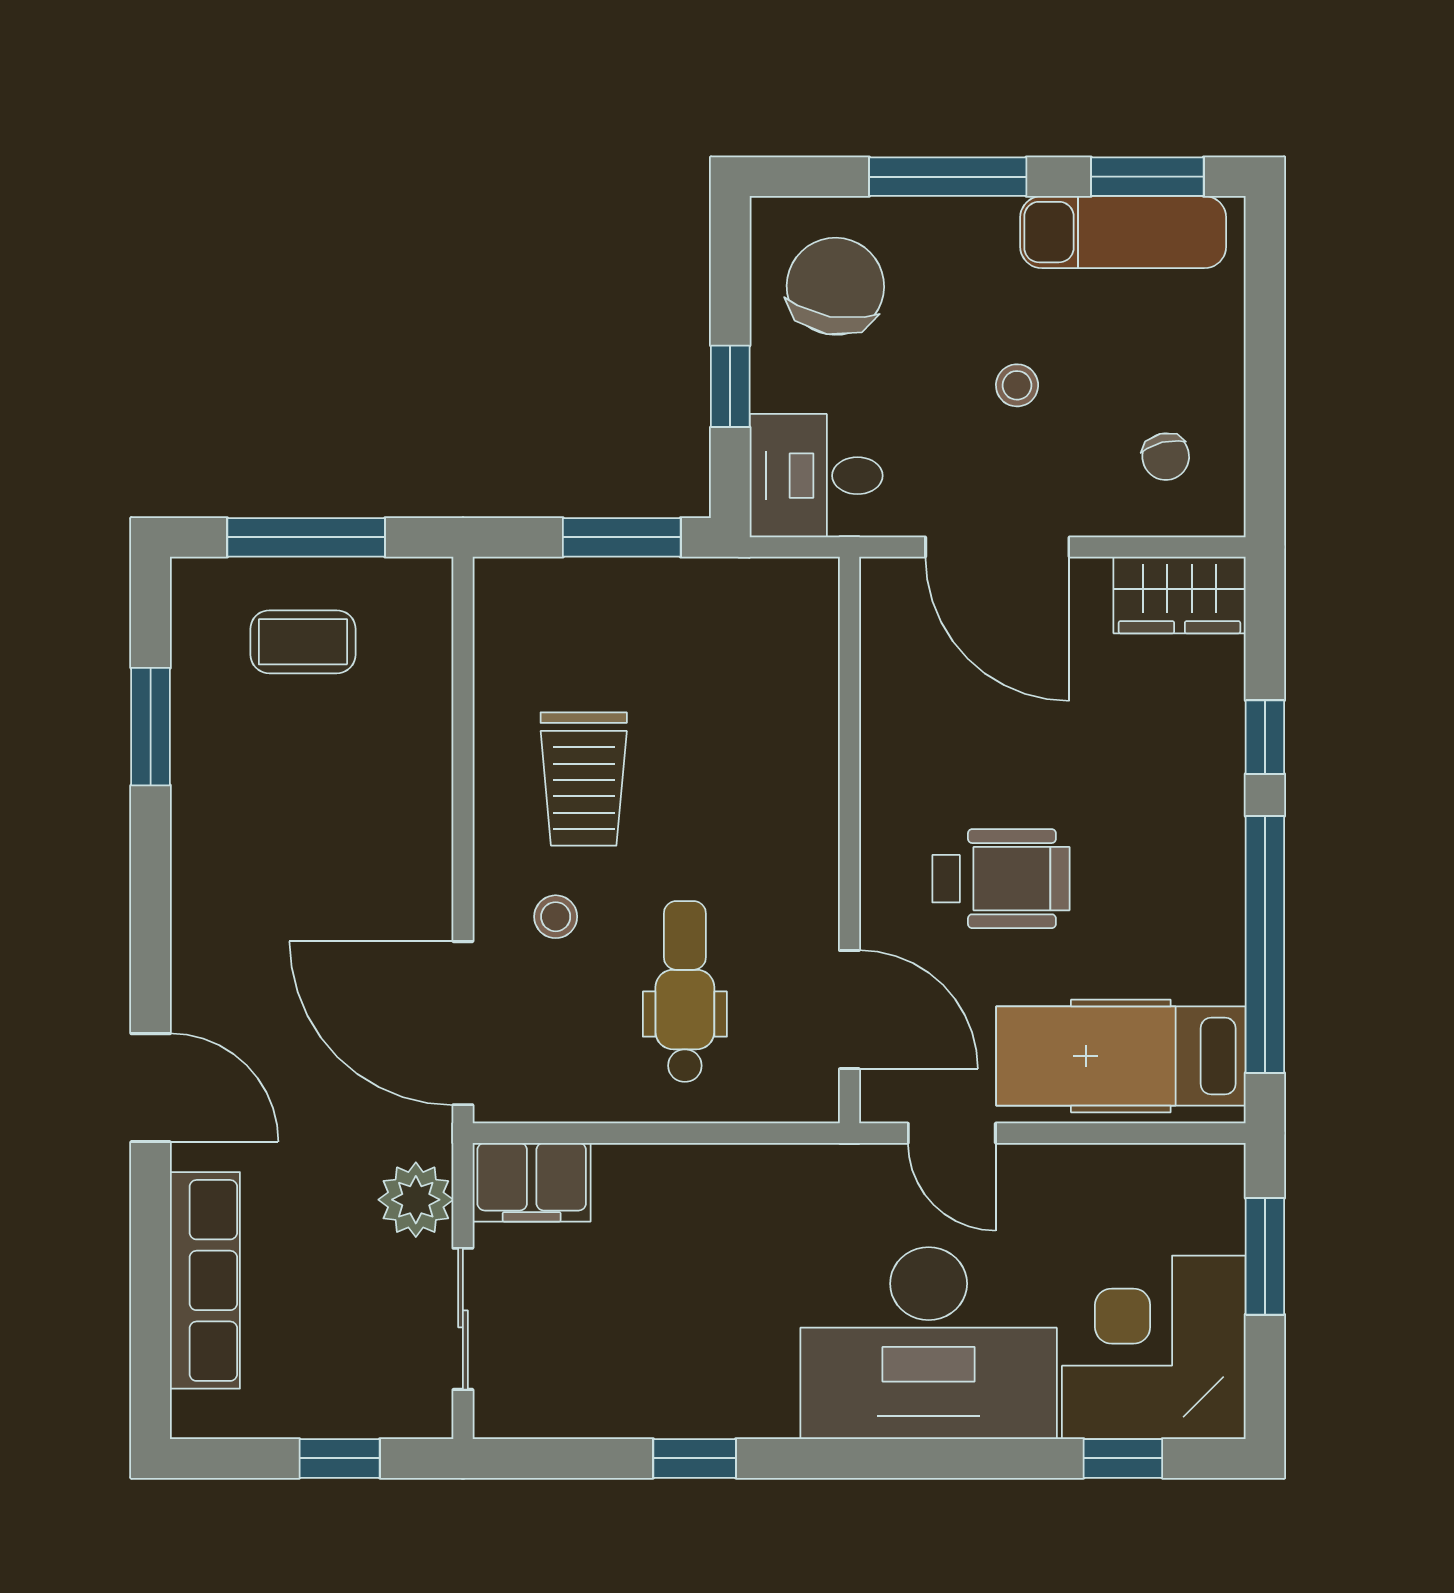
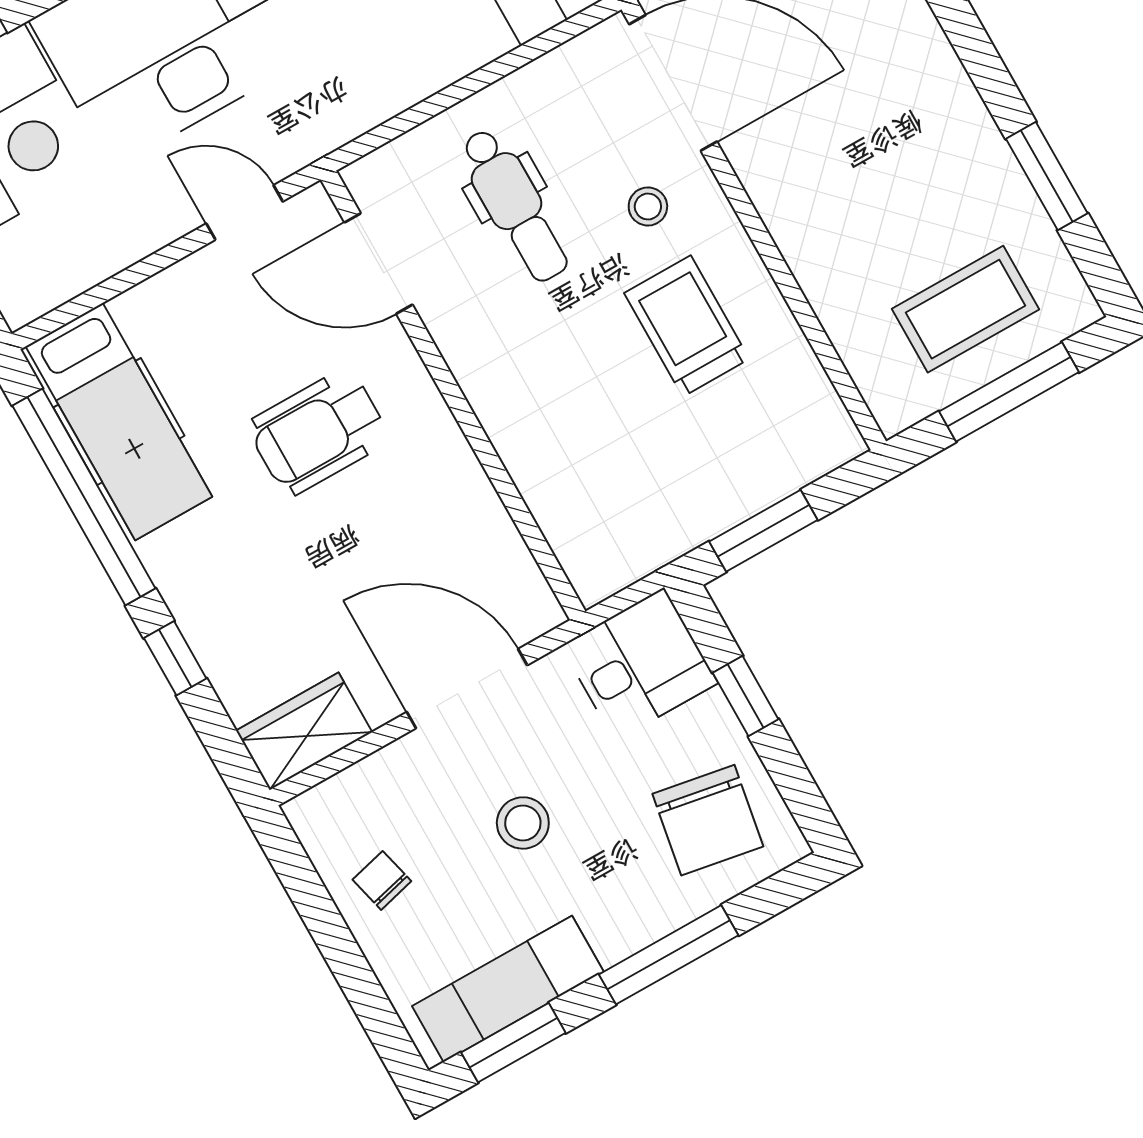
stool: (1017, 385) -> (523, 823), width x1.37, depth x1.37
chair: (1166, 457) -> (382, 880), moved
coffee table: (303, 642) -> (965, 309), width x1.36, depth x1.30
hospital bed: (1121, 1056) -> (119, 422), moved, turned 90

